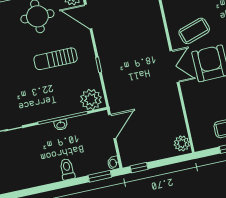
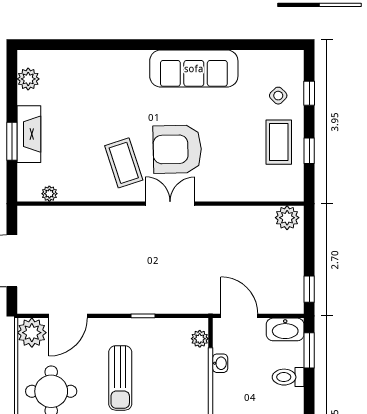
plant: (91, 99) -> (200, 339), width x0.53, depth x0.53
washbasin: (61, 125) -> (220, 363), moved
washbasin: (113, 163) -> (285, 329), width x1.91, depth x1.45
toilet: (67, 169) -> (288, 377), moved

